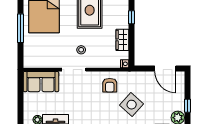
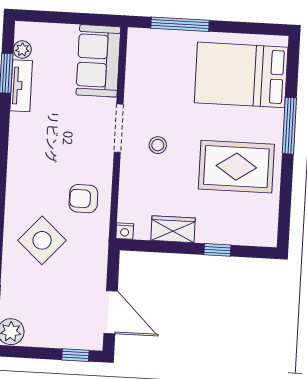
window: (21, 28) -> (180, 24), moved
door: (165, 69) -> (111, 312), swing flipped
window: (188, 106) -> (75, 355), moved

